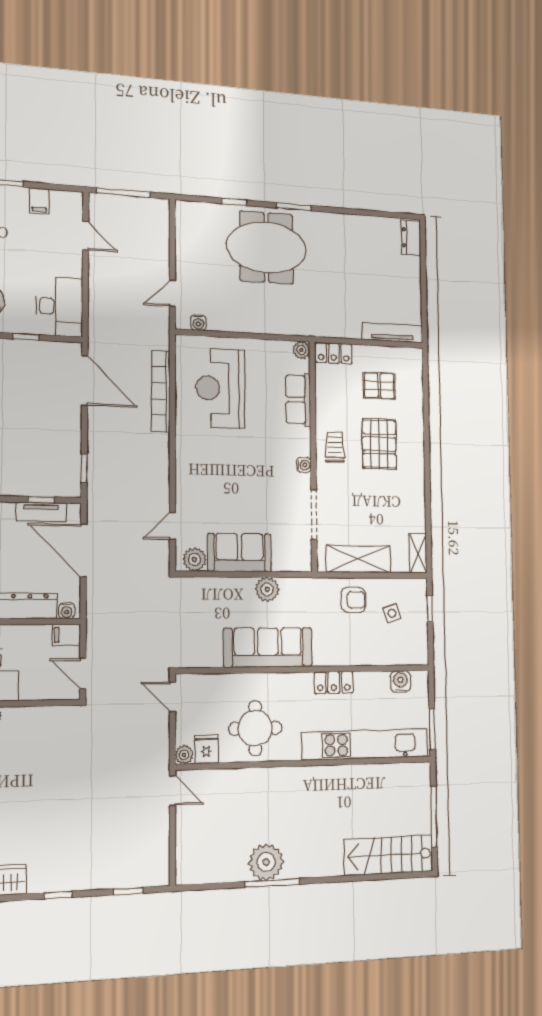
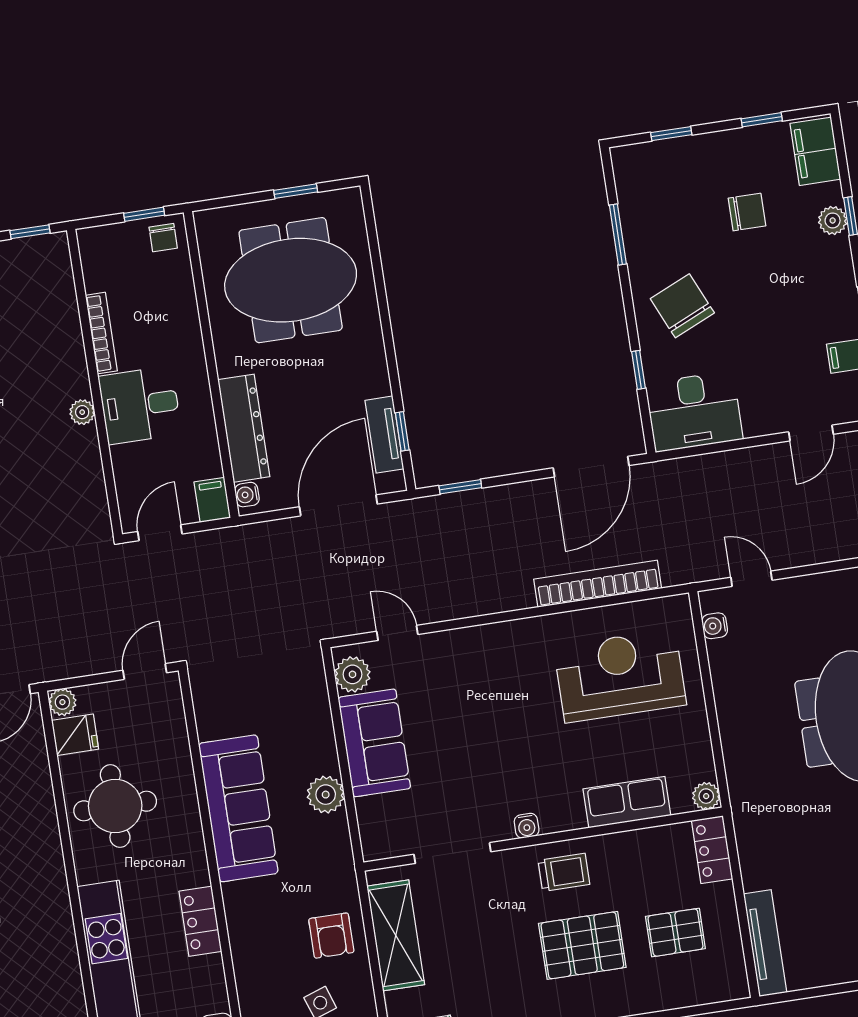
pallet: (379, 386) -> (675, 933), turned 90

